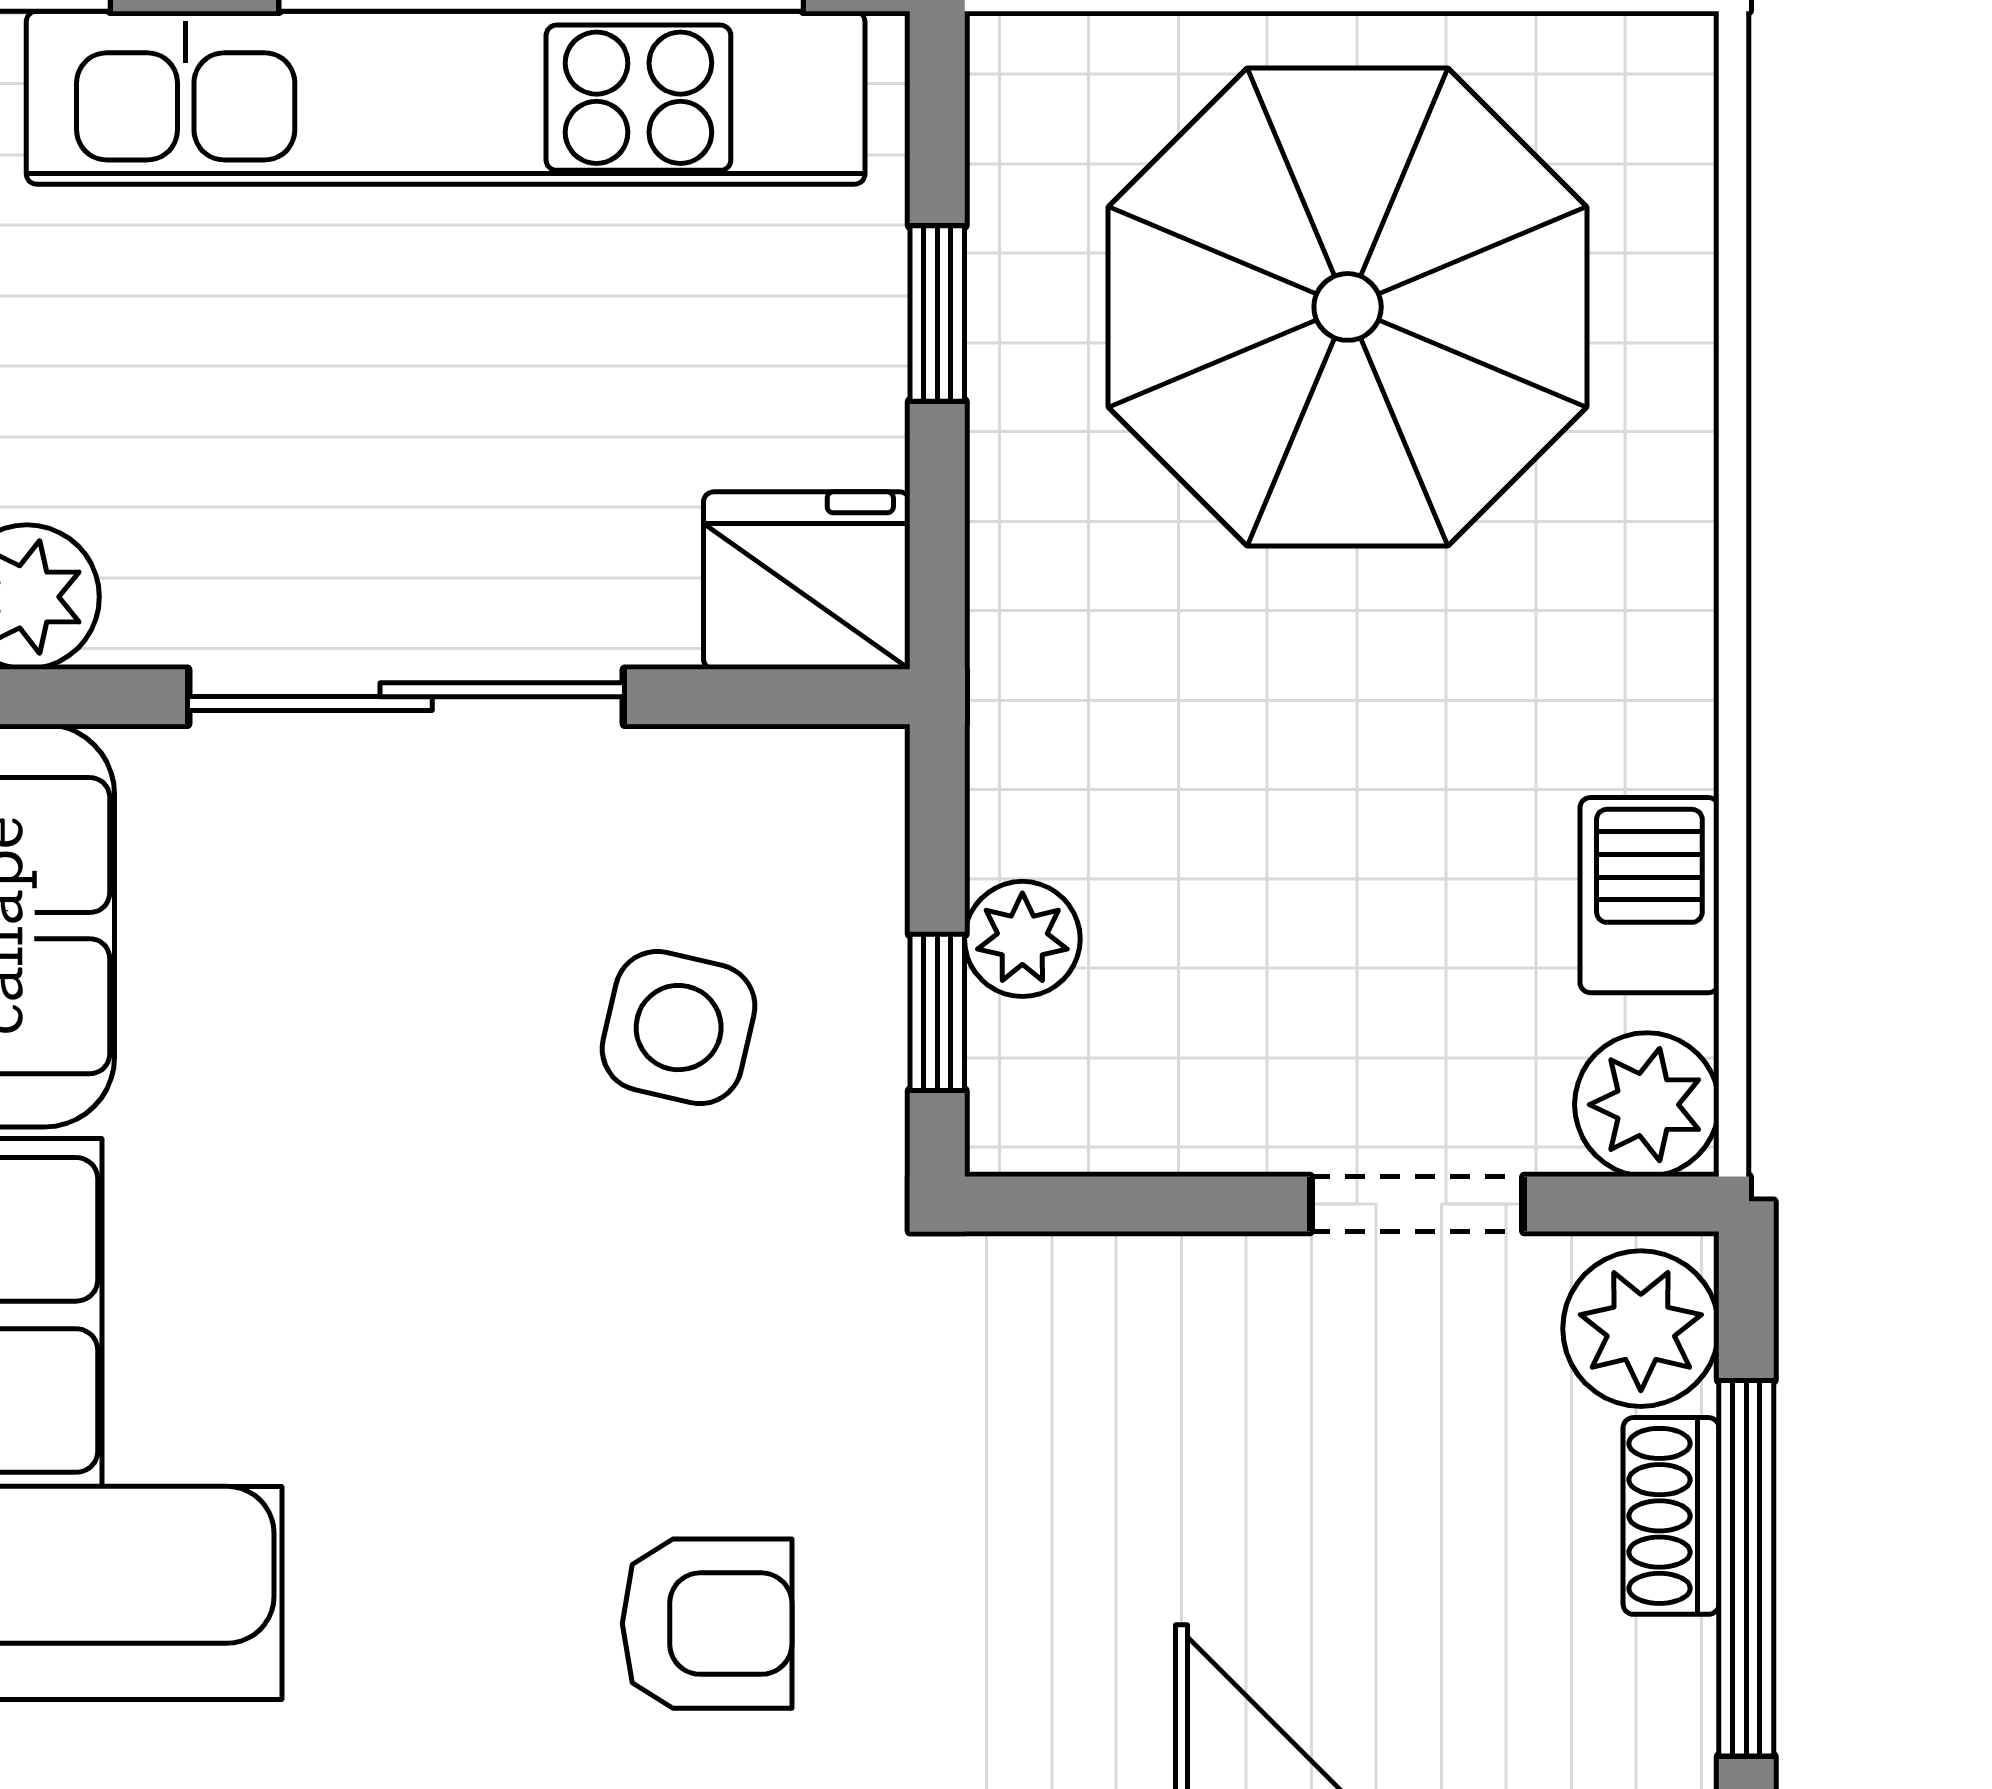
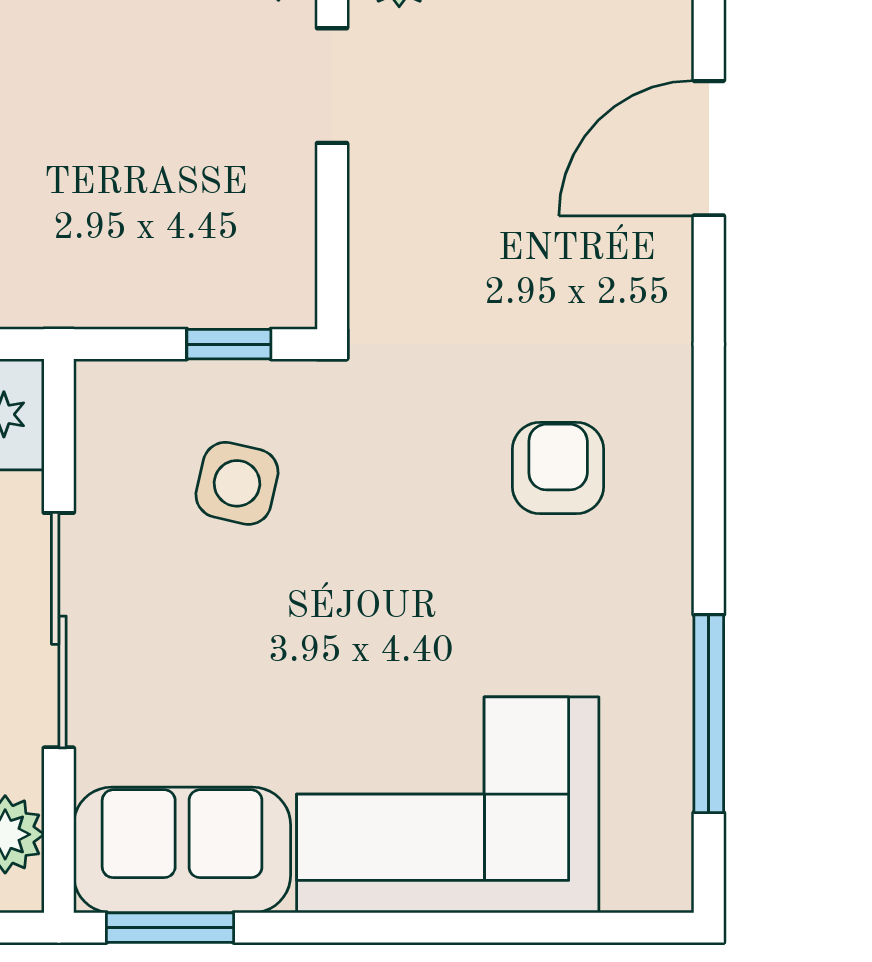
plant: (1022, 939) -> (189, 298), removed

